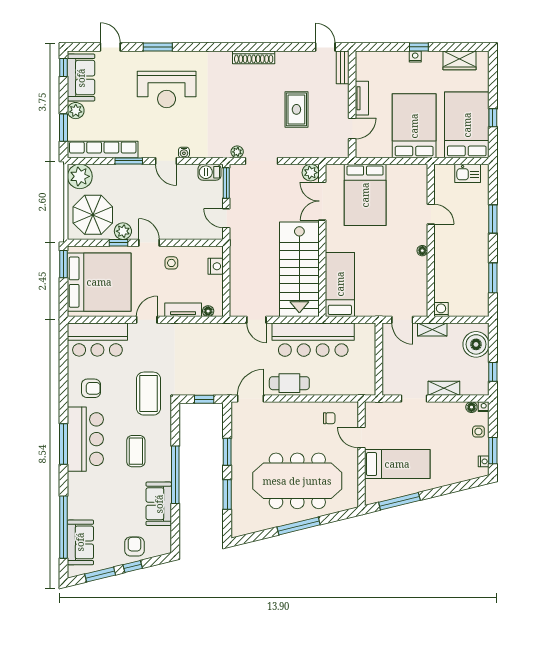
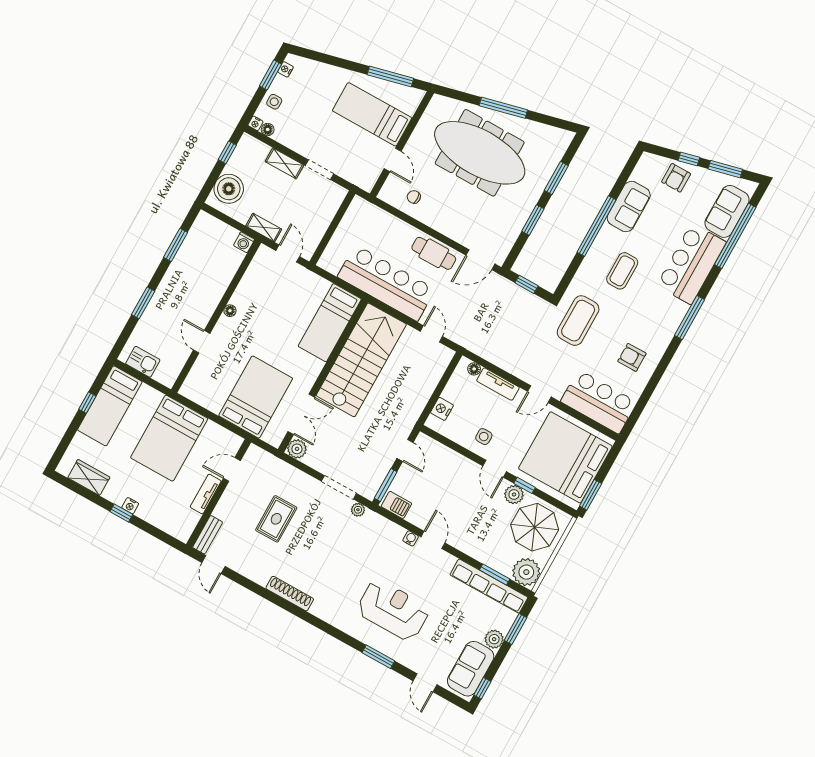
bed: (467, 125) -> (110, 406), width x0.67
window: (129, 161) -> (495, 574), moved
bar counter: (85, 439) -> (691, 264), moved

